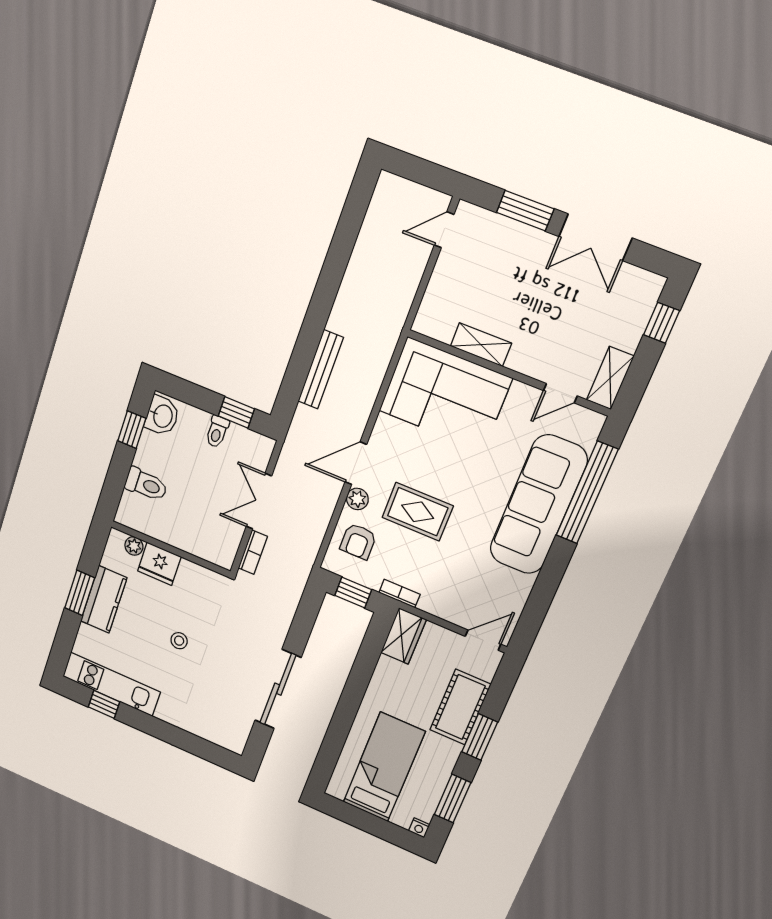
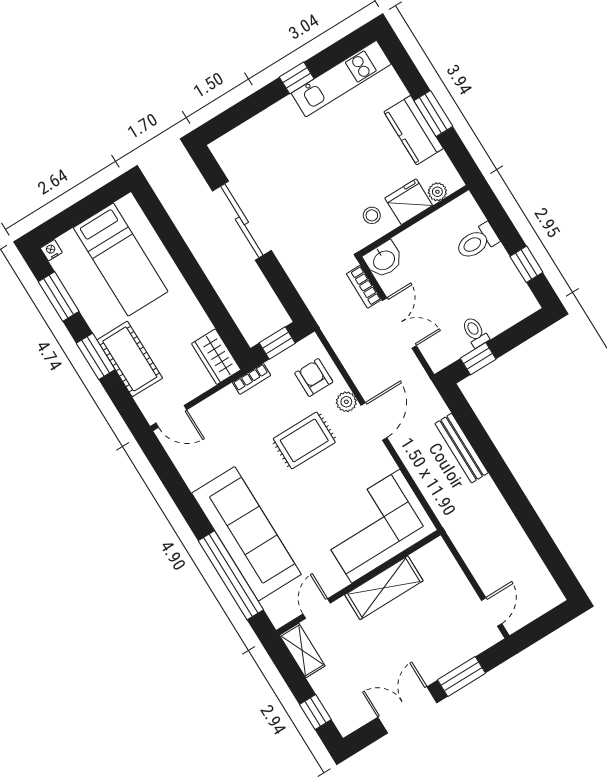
shelving: (481, 345) -> (384, 588), width x1.50, depth x1.33
washbasin: (162, 416) -> (384, 260), moved, turned -90
door: (483, 640) -> (171, 416), hinge flipped
stool: (179, 641) -> (372, 215), moved
window: (104, 704) -> (297, 78), moved

